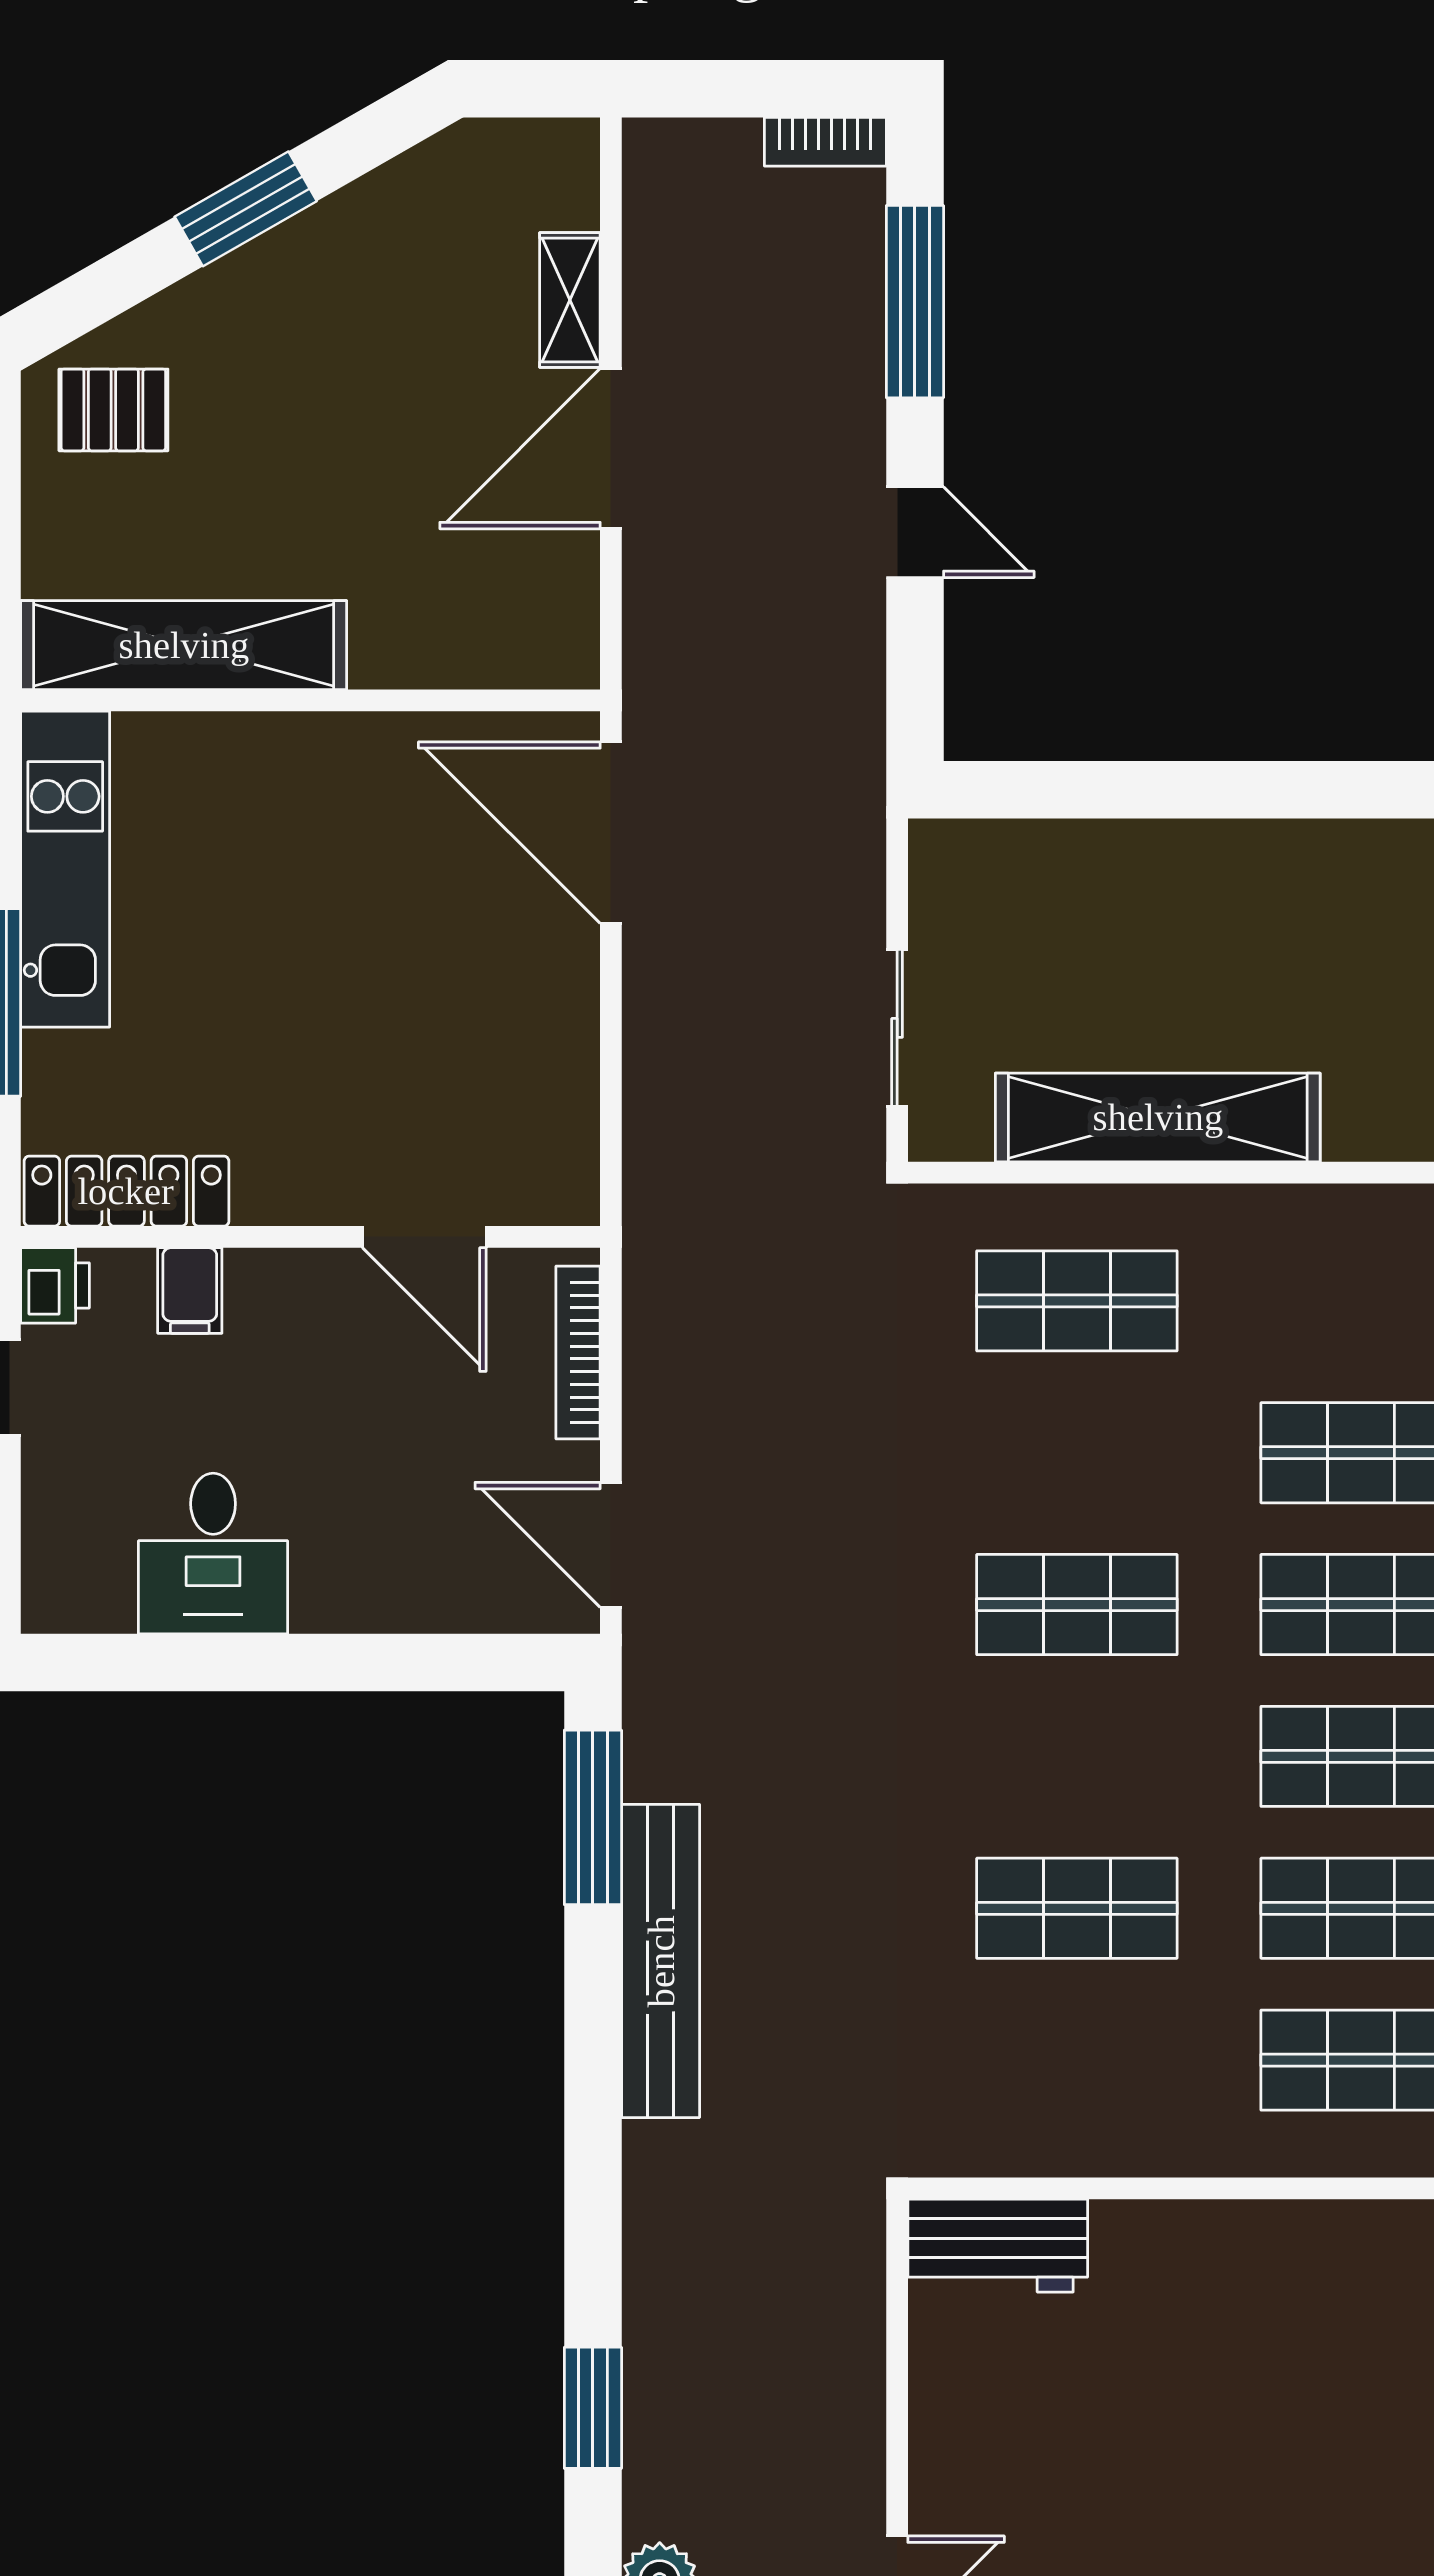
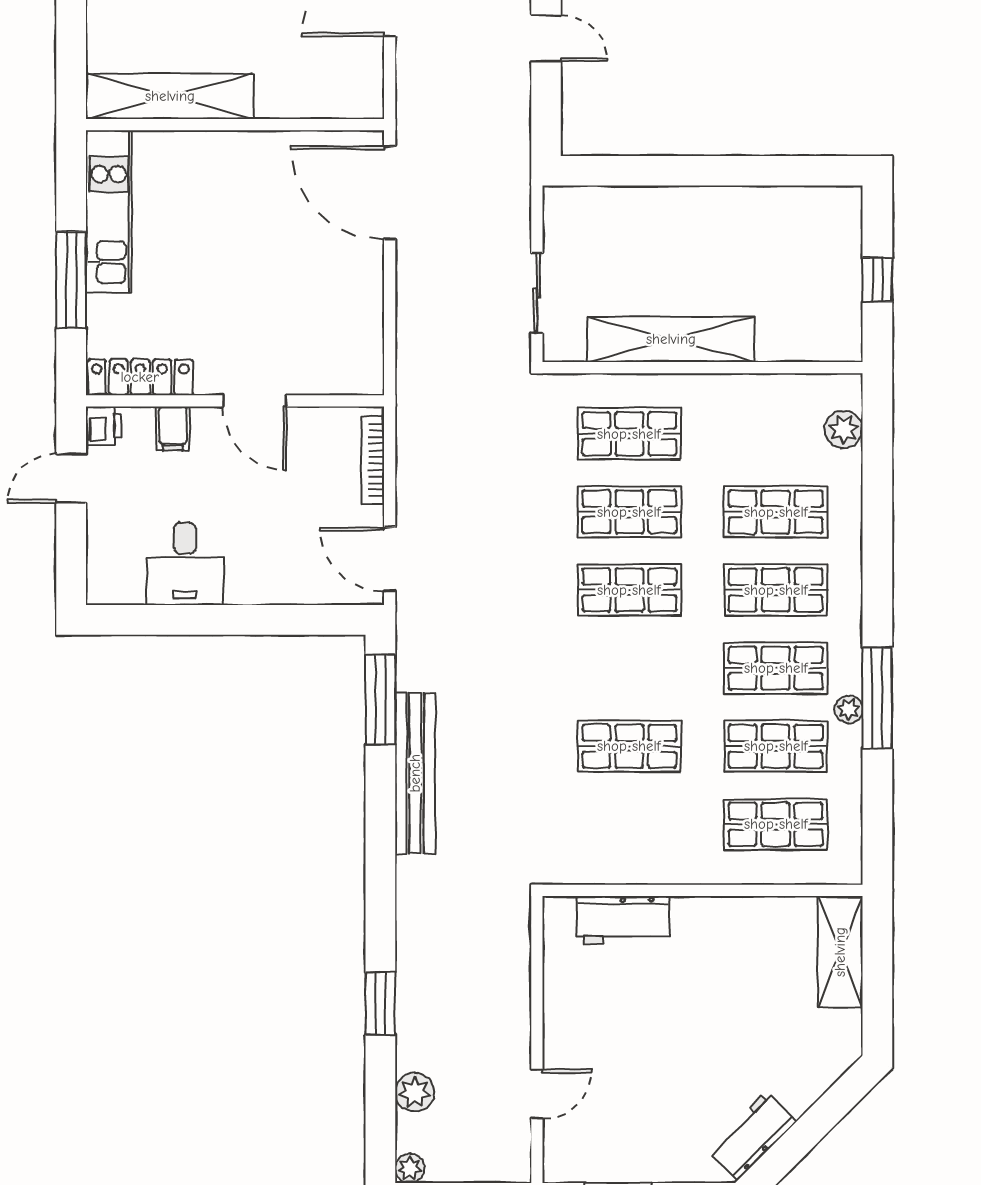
door: (424, 1237) -> (255, 401), moved
shop shelf: (1077, 1453) -> (629, 512), added
workbench: (998, 2246) -> (623, 920), moved

